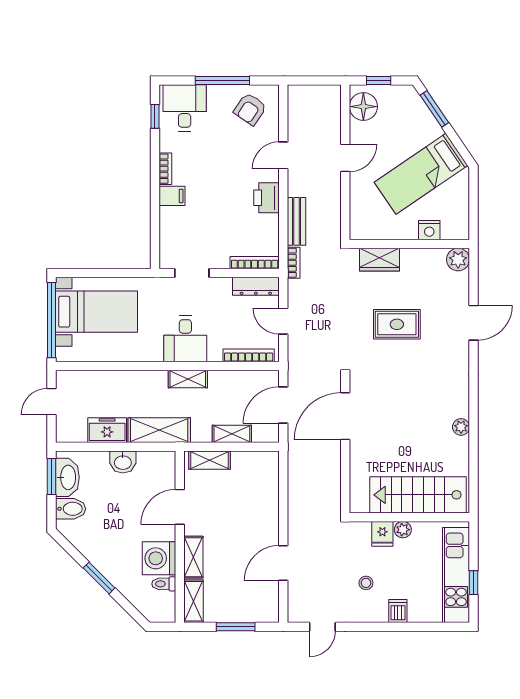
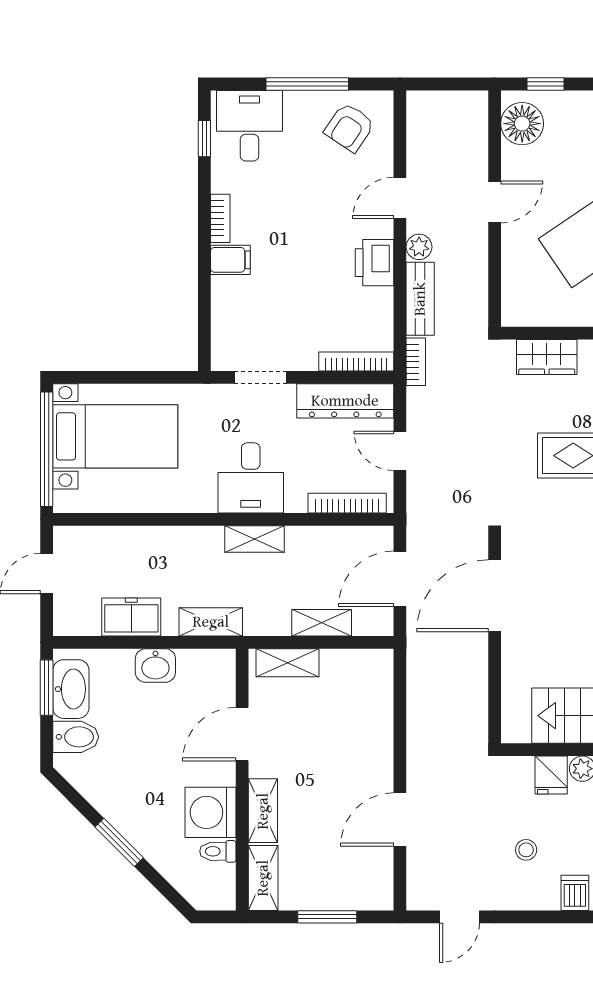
plant: (296, 187) -> (419, 247), added
dresser: (256, 286) -> (345, 401), width x1.37, depth x1.24
shelving: (159, 430) -> (211, 622), width x0.67, depth x0.75

